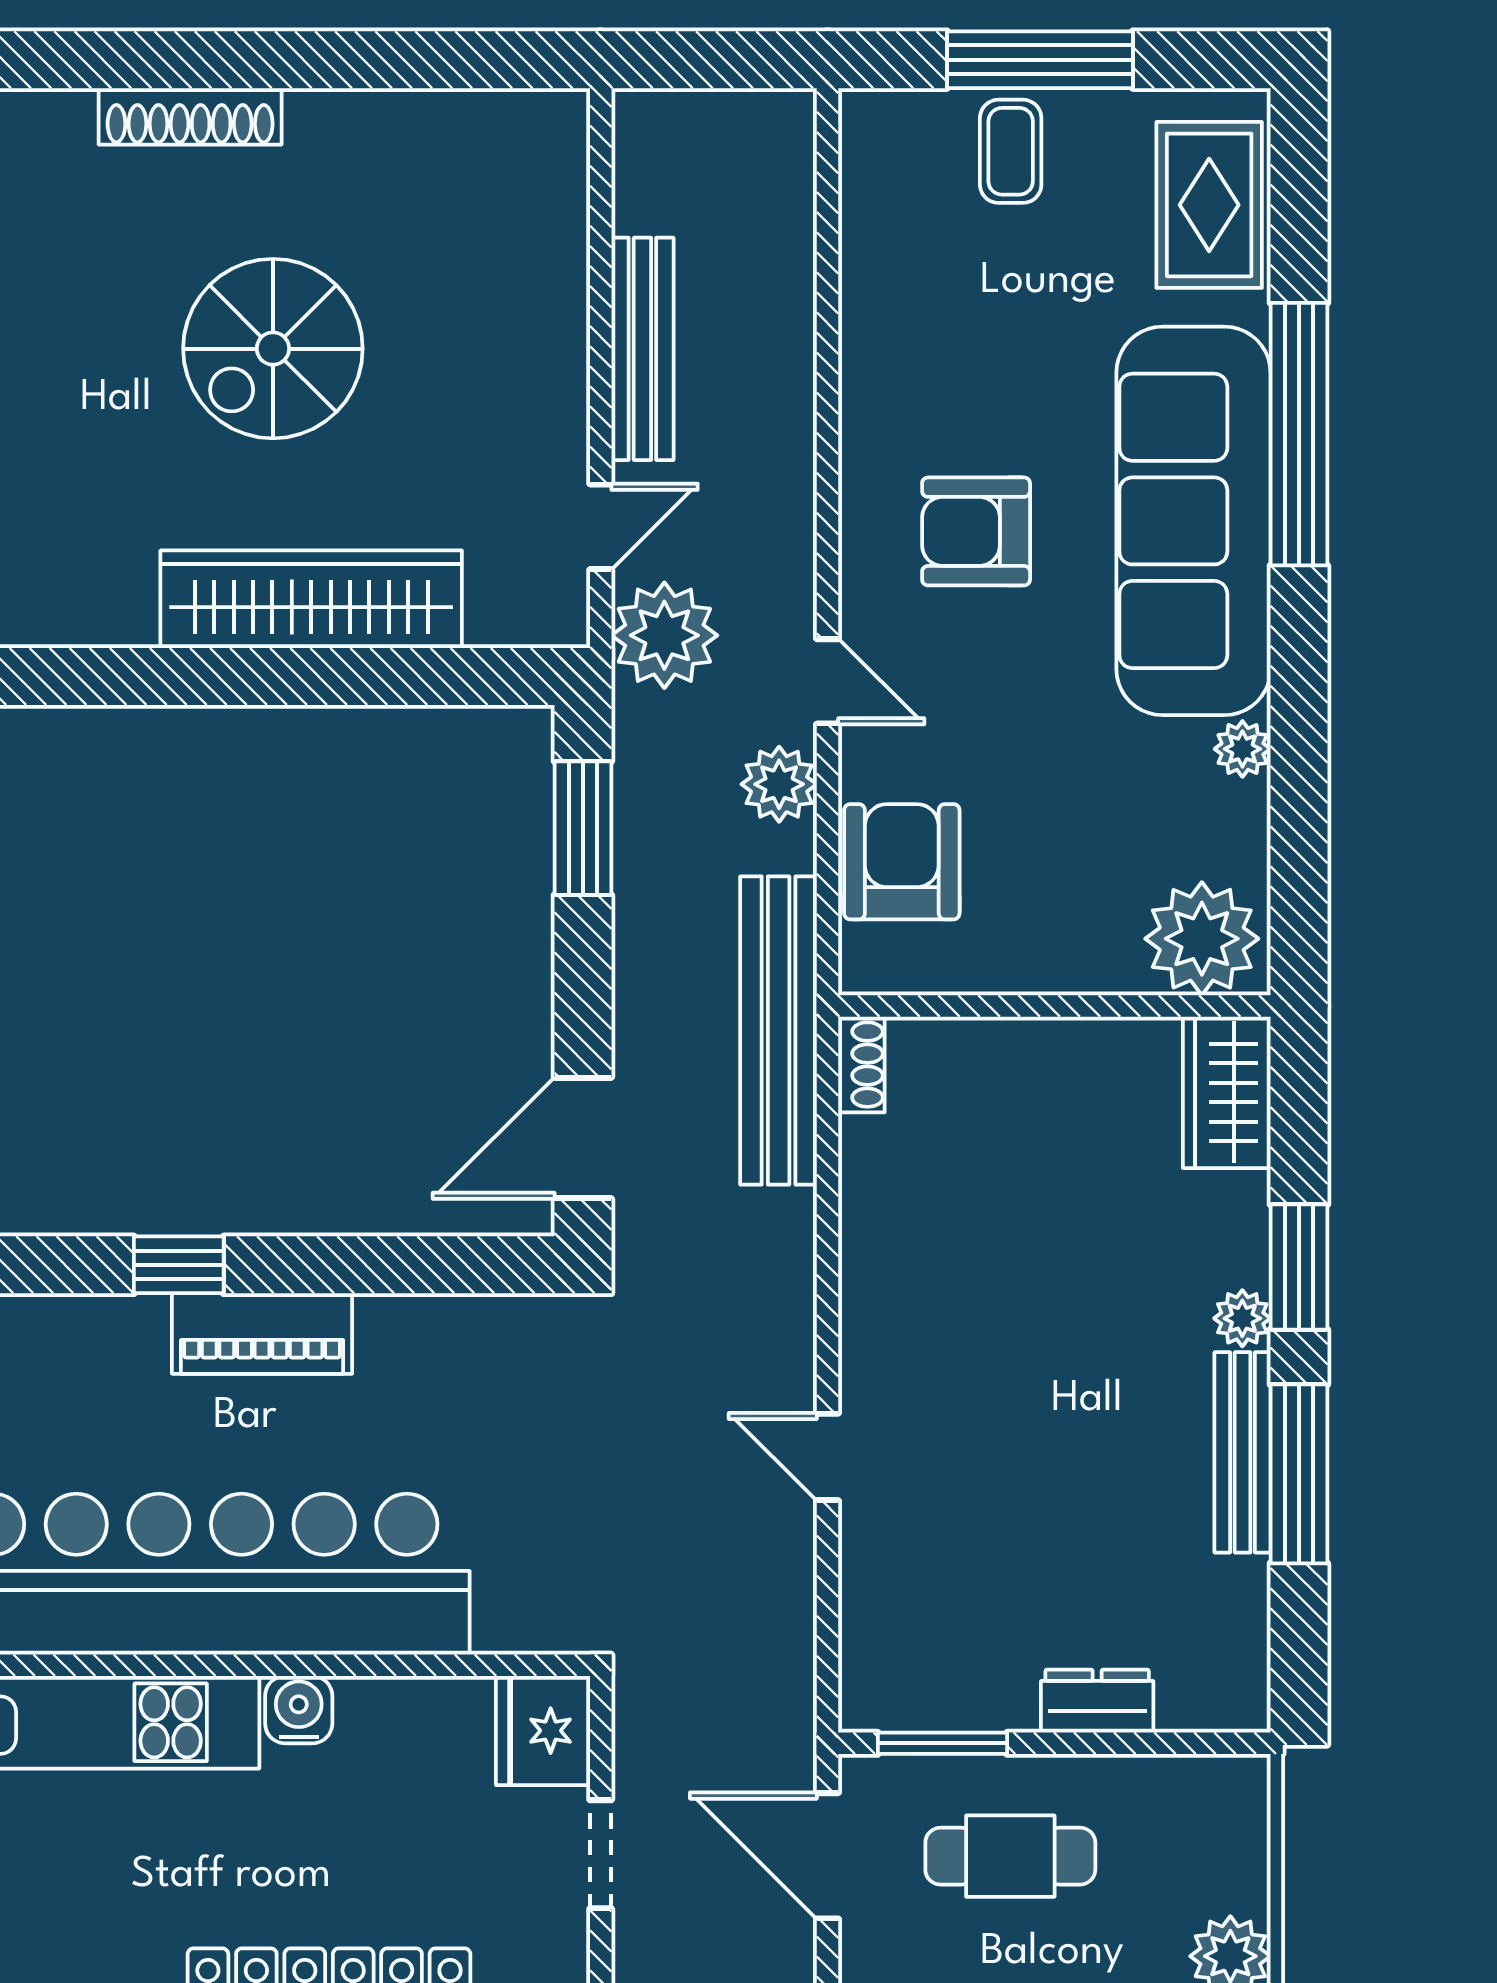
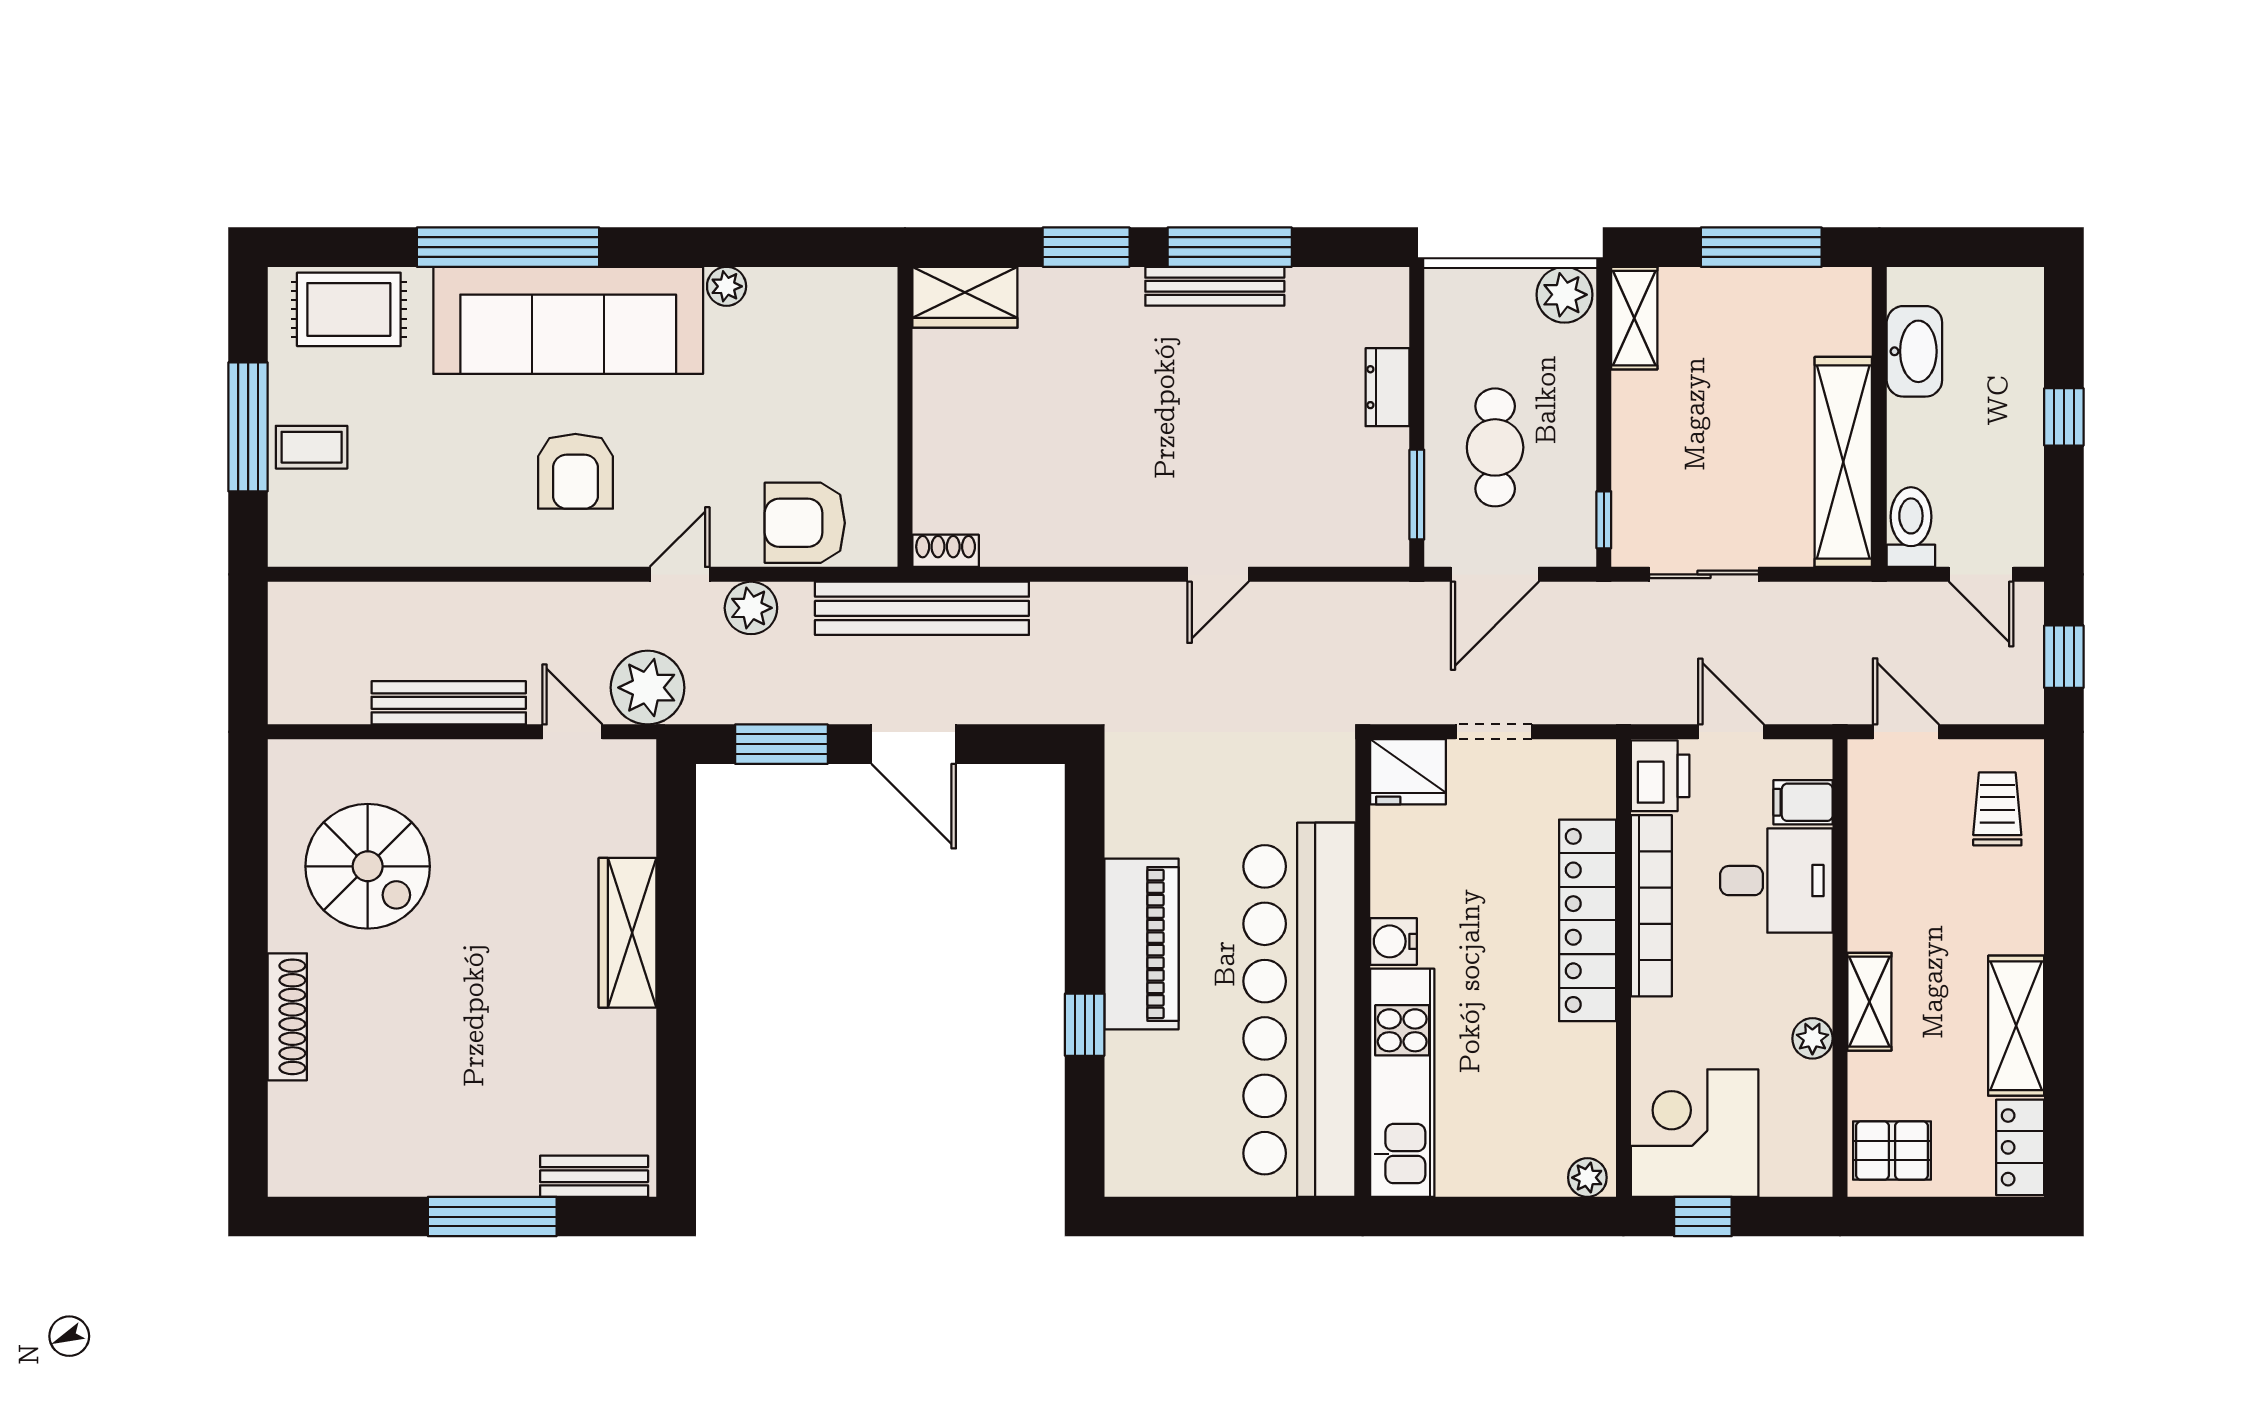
spiral stairs: (273, 349) -> (368, 866), moved
wardrobe: (311, 599) -> (628, 933), width x0.71, depth x0.85
plant: (1202, 939) -> (858, 315), removed
door: (583, 1138) -> (914, 744), moved
plant: (1242, 1318) -> (1122, 286), removed
piano: (262, 1333) -> (1141, 944), width x1.37, depth x1.33

